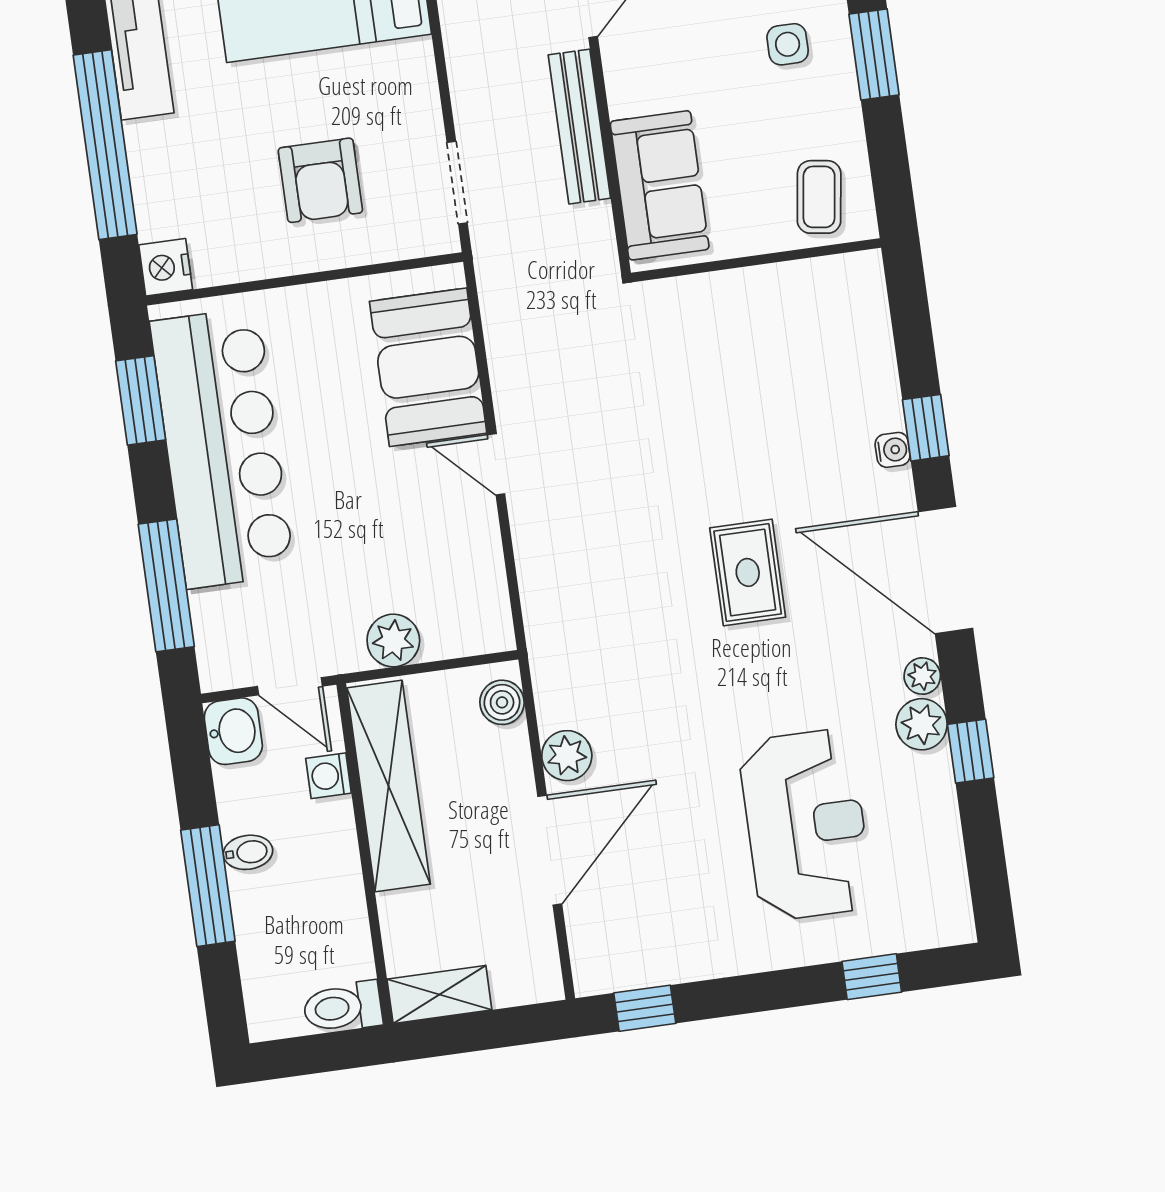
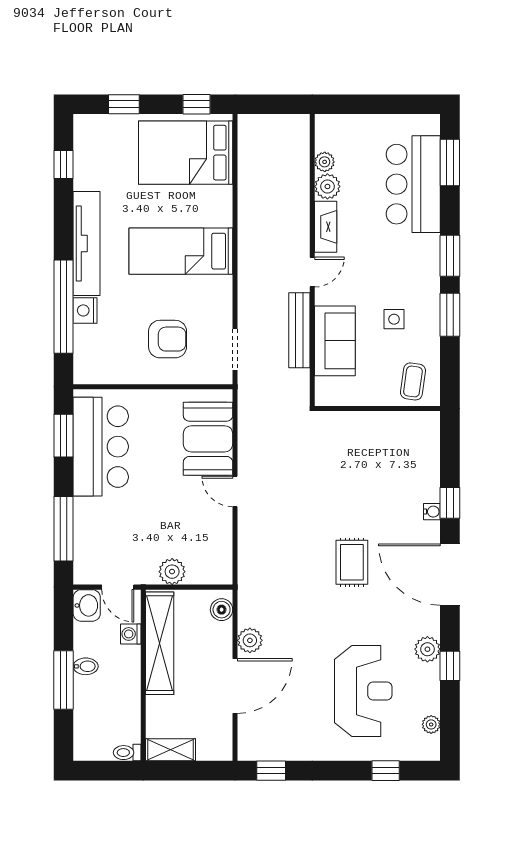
side table: (788, 44) -> (394, 319), moved
armchair: (320, 180) -> (168, 339), turned -90
sofa: (660, 185) -> (335, 341), moved
nightstand: (166, 267) -> (85, 310), moved
bar counter: (222, 448) -> (101, 447), width x0.73
plant: (922, 676) -> (431, 724), moved
toilet: (343, 1007) -> (127, 753), width x0.73, depth x0.72

